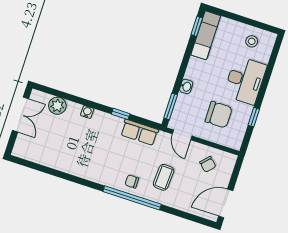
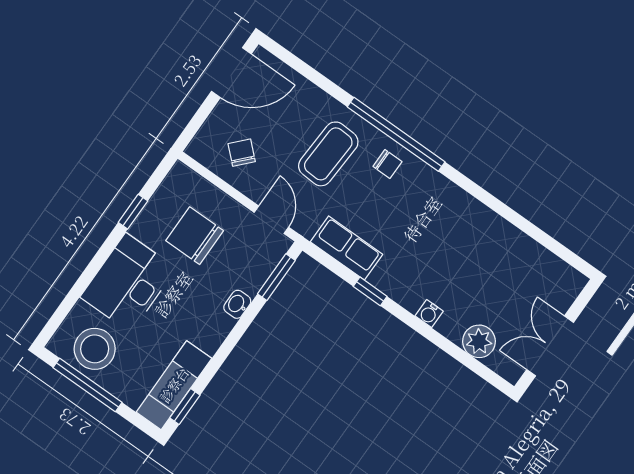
window: (250, 22) -> (87, 385), added
stool: (252, 41) -> (95, 349), width x1.89, depth x1.89
coffee table: (164, 177) -> (328, 154), width x1.36, depth x1.30

